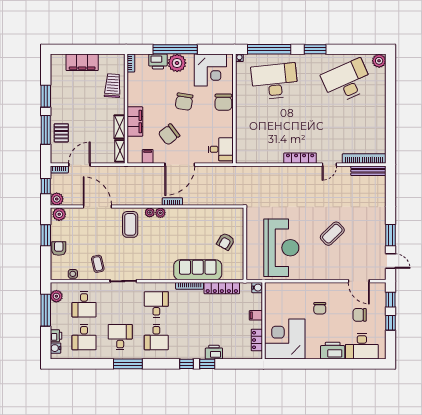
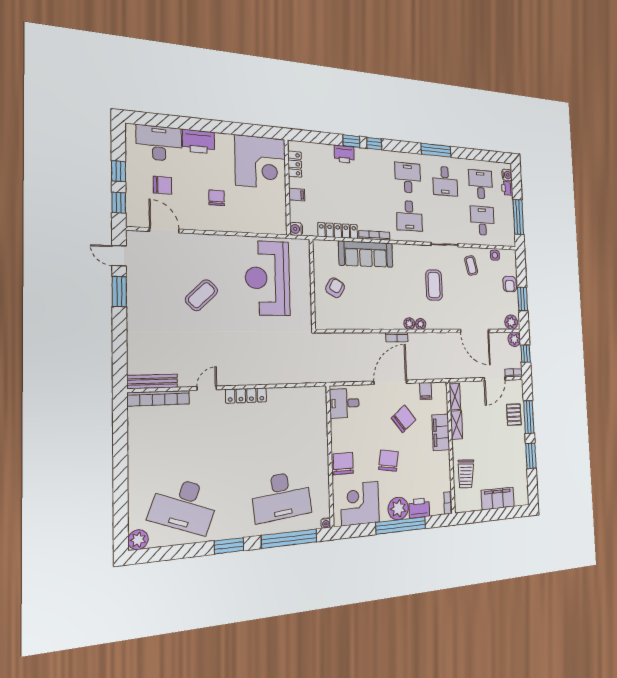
desk: (347, 81) -> (184, 506), turned 45
coffee table: (130, 224) -> (434, 285), moved
plant: (56, 296) -> (509, 231), removed

